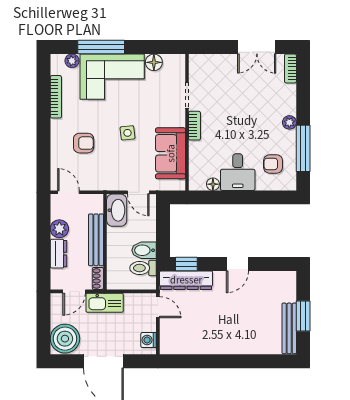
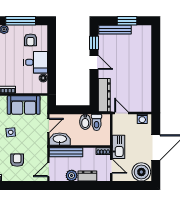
bench: (96, 240) -> (66, 152), moved
window: (186, 264) -> (94, 43), moved
door: (158, 307) -> (121, 113), hinge flipped
bench: (289, 328) -> (115, 30), moved

